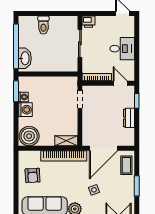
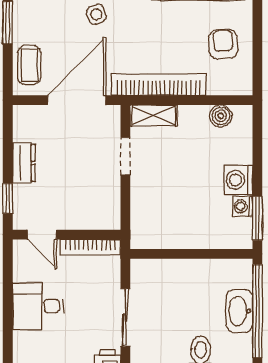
washbasin: (25, 58) -> (239, 311), moved
doorway: (80, 99) -> (125, 156), moved
boiler: (29, 136) -> (221, 116), width x0.54, depth x0.54

